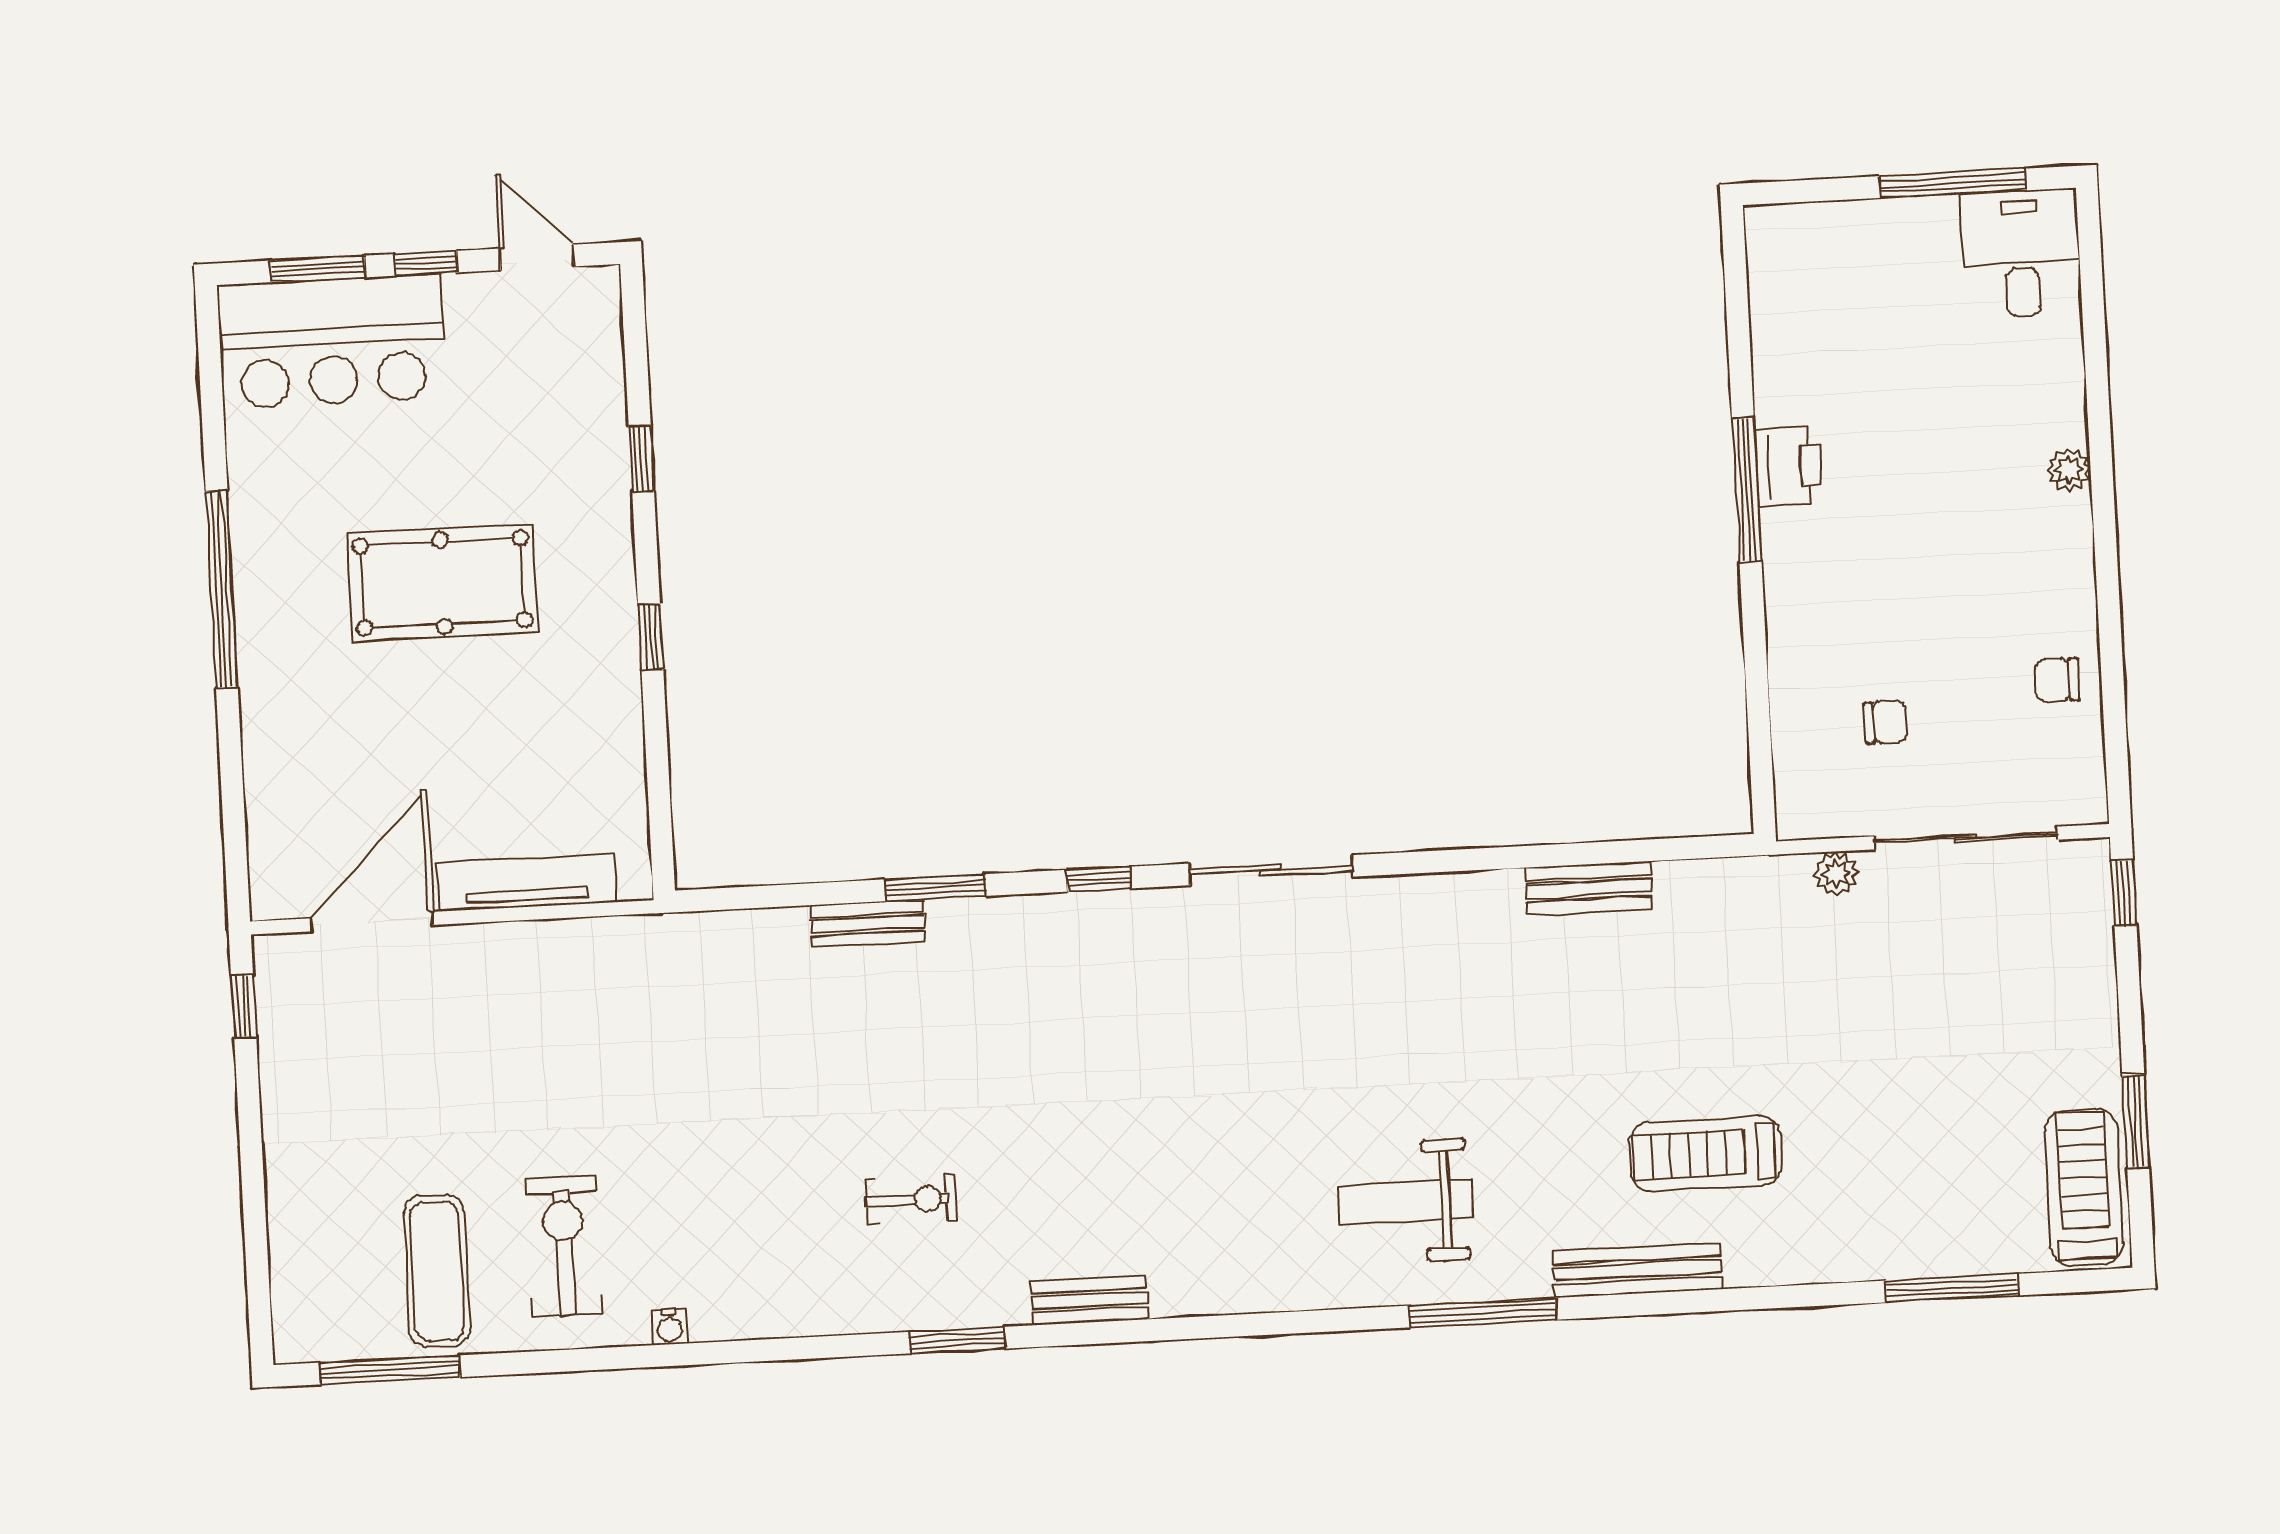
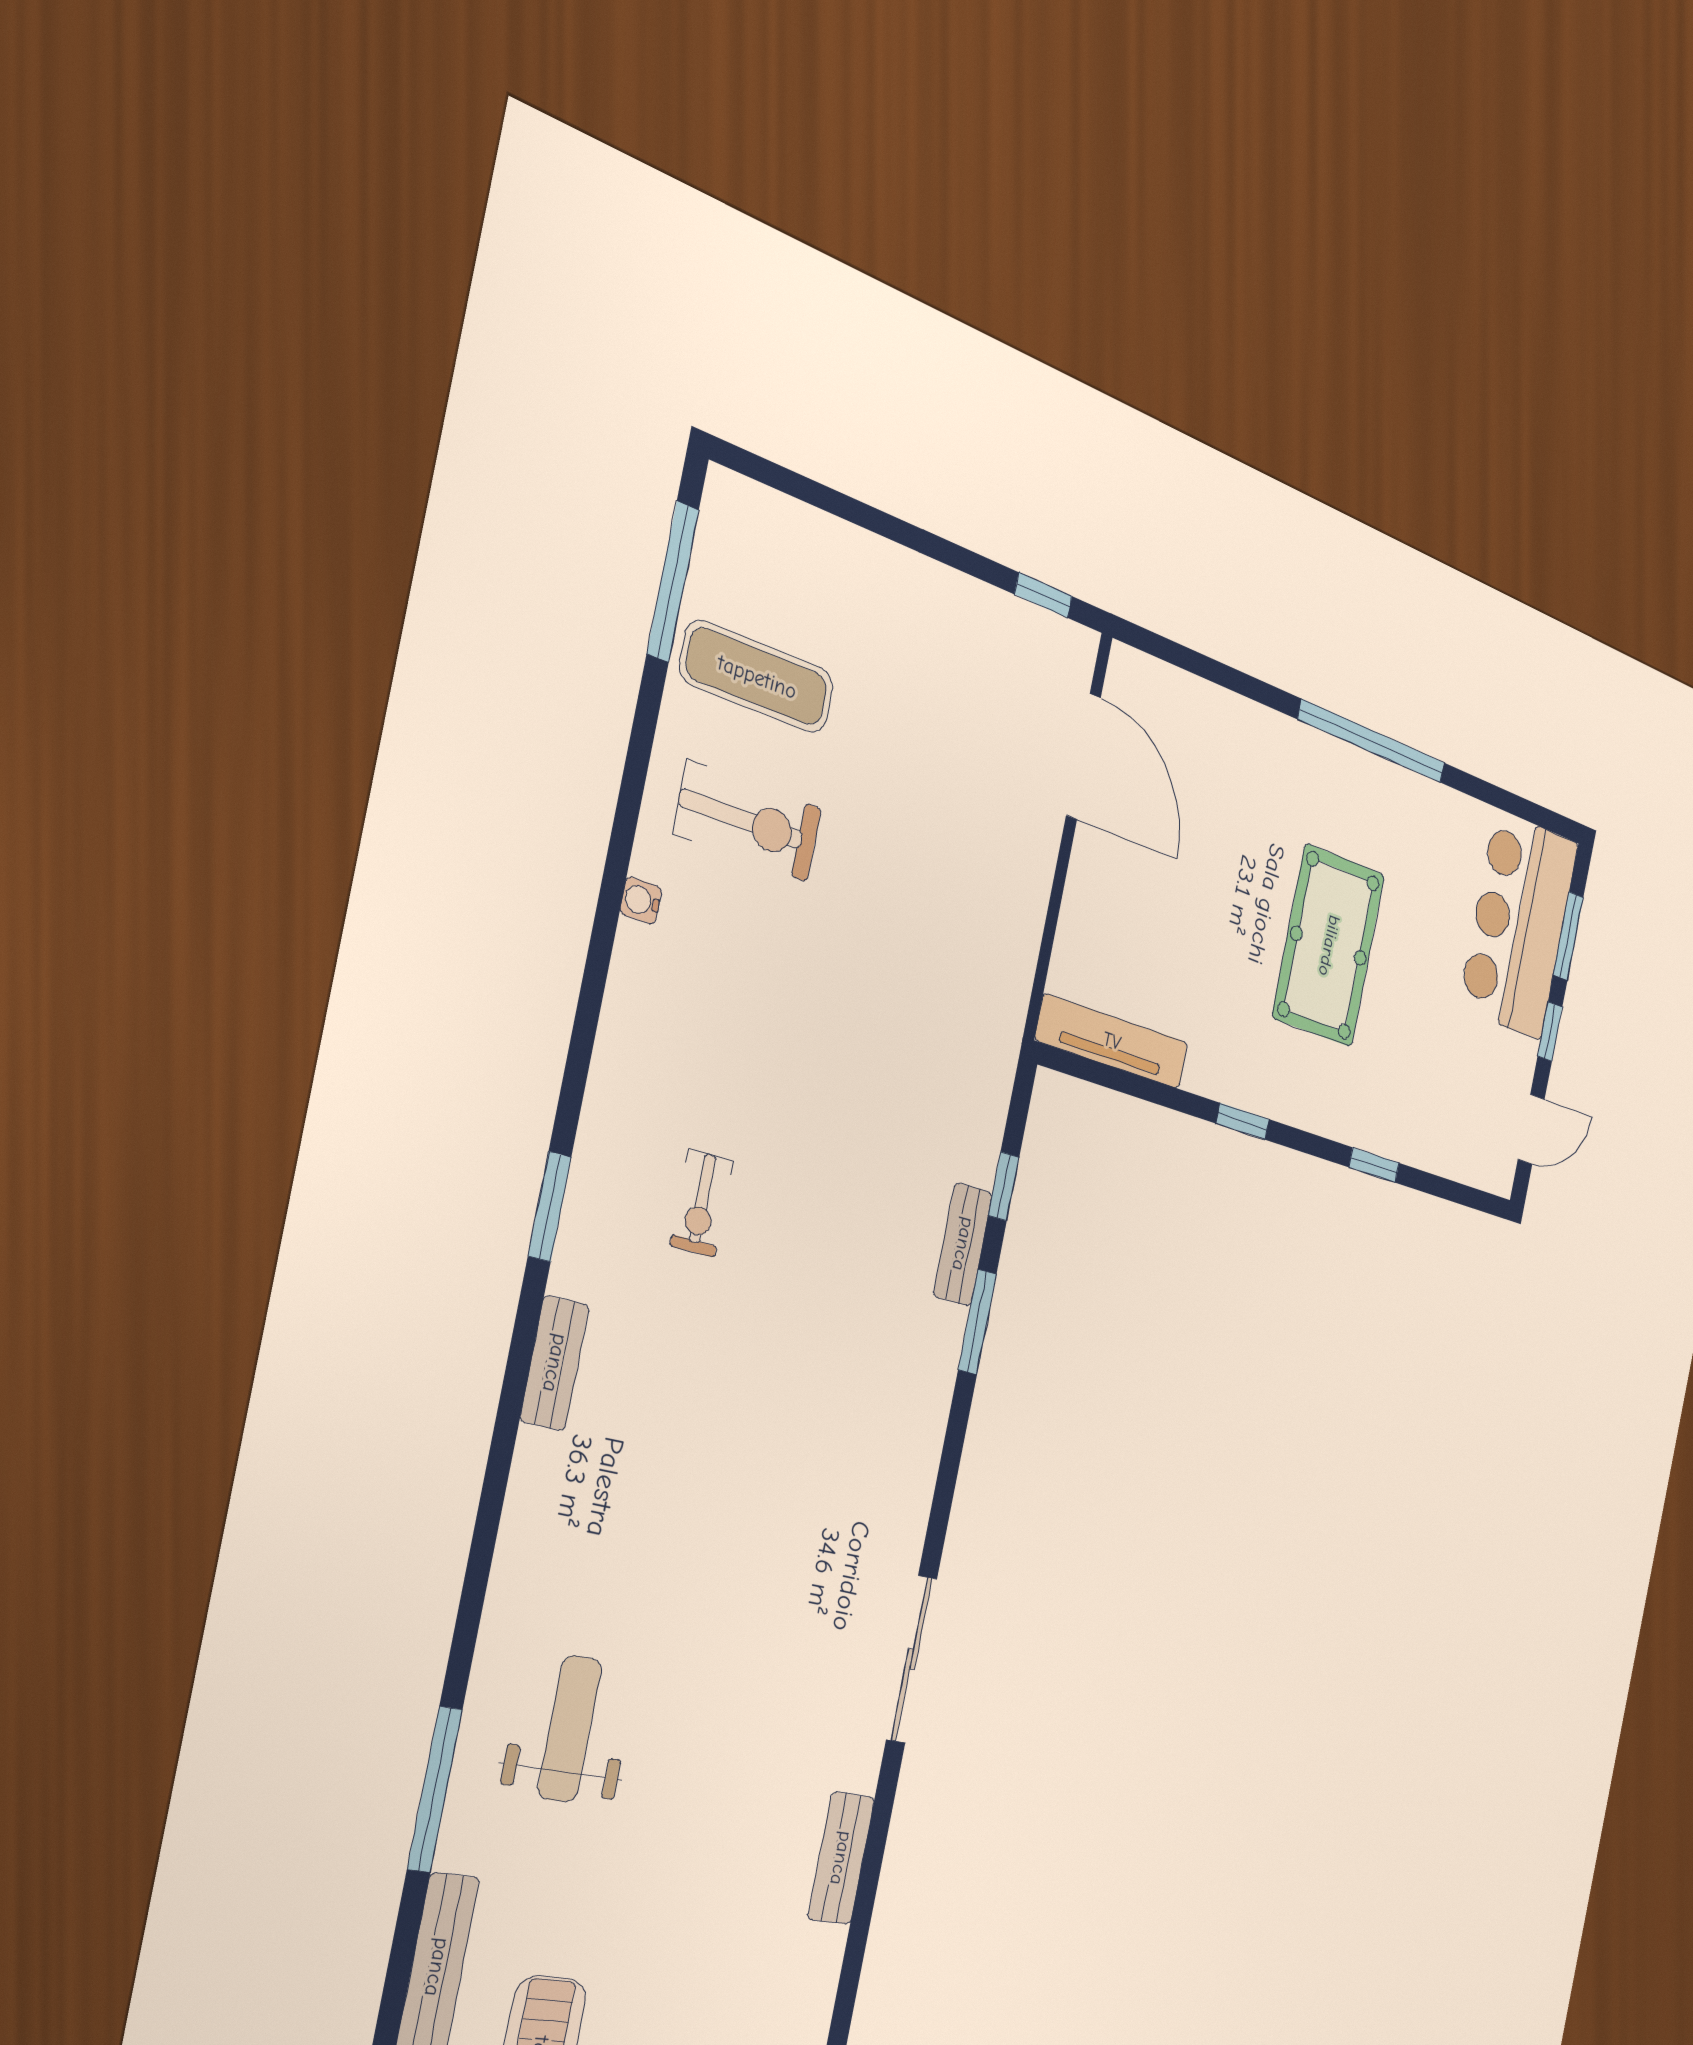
window: (1099, 879) -> (1004, 1186), moved
tv unit: (526, 883) -> (1112, 1041), moved, turned -90
bench: (1589, 888) -> (841, 1858), moved

